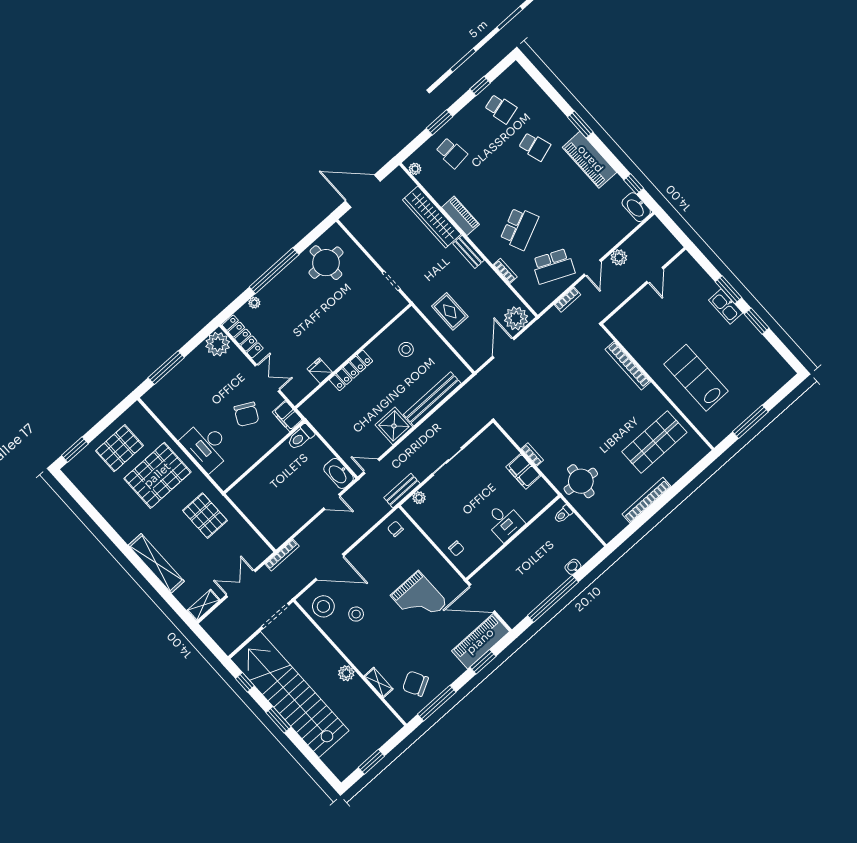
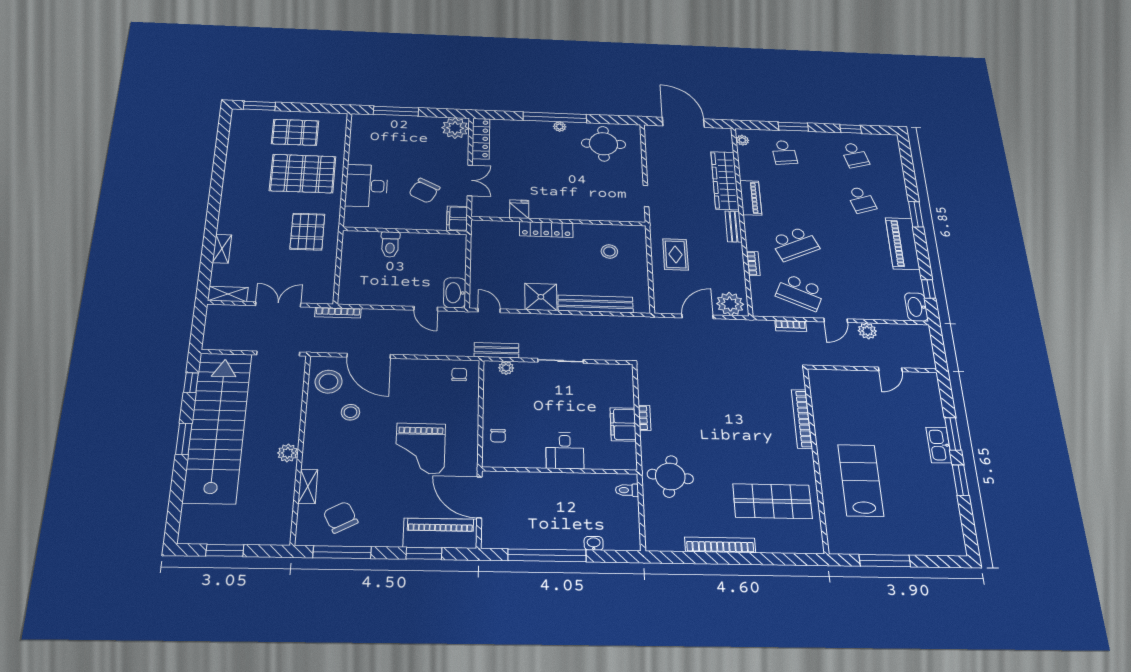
plant: (254, 303) -> (560, 127), moved
toilet: (301, 437) -> (390, 244), moved, turned -90
shelving: (156, 563) -> (222, 249), width x0.45, depth x0.75

